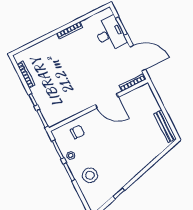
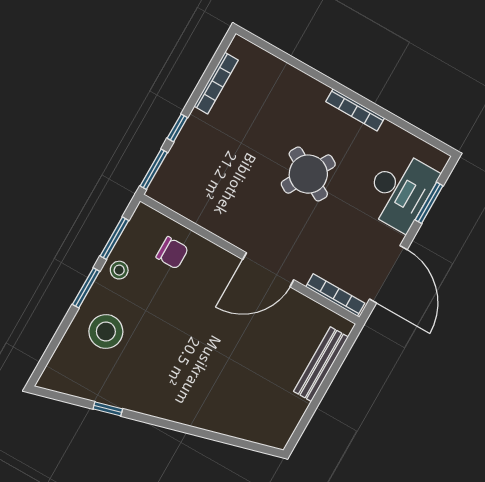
round table: (82, 63) -> (308, 174), added
door: (107, 101) -> (268, 270), hinge flipped
bench: (165, 126) -> (321, 364), moved

